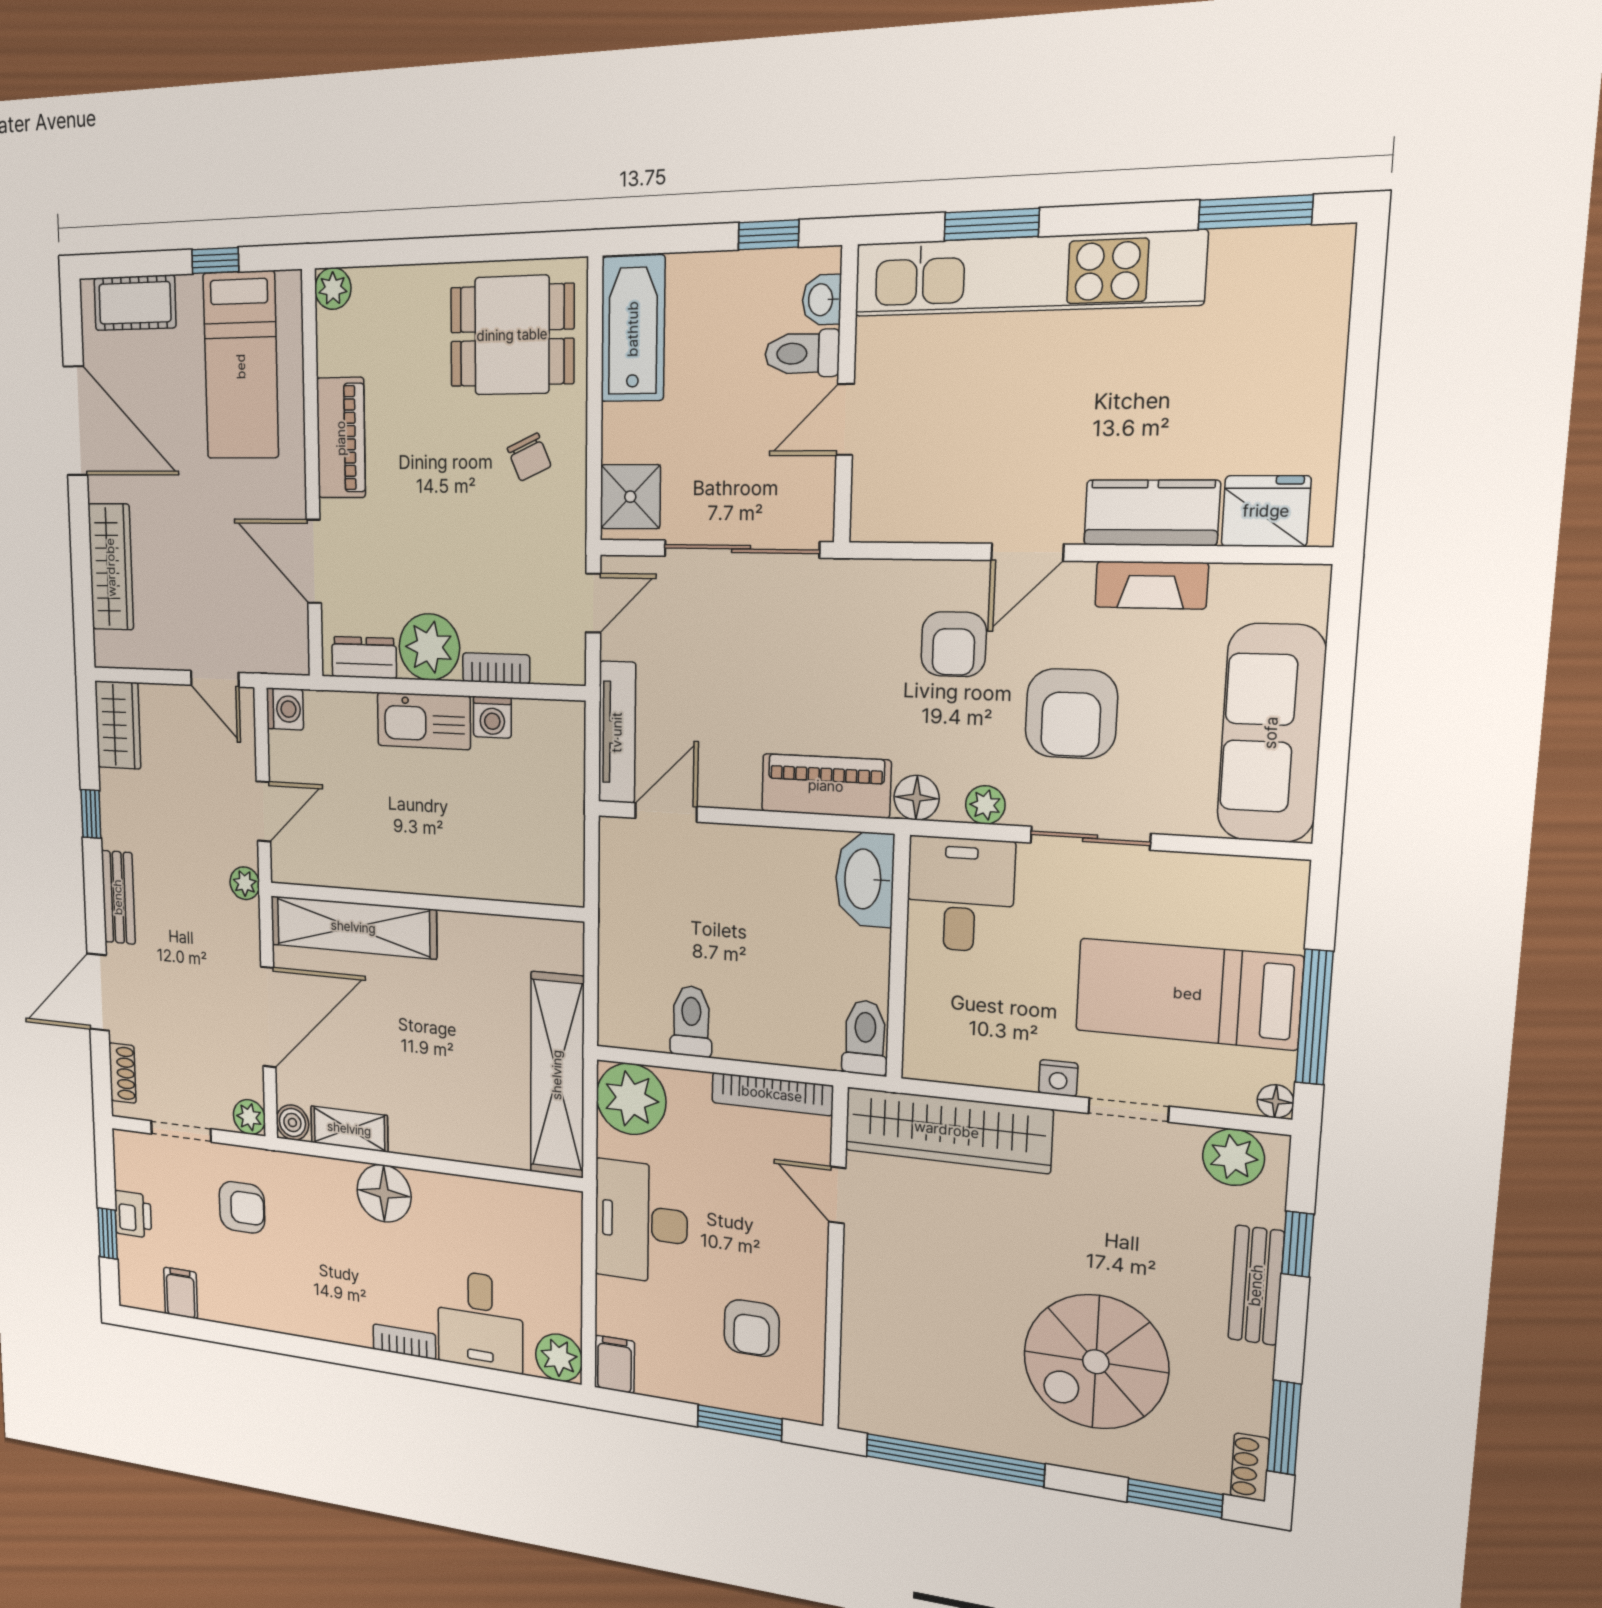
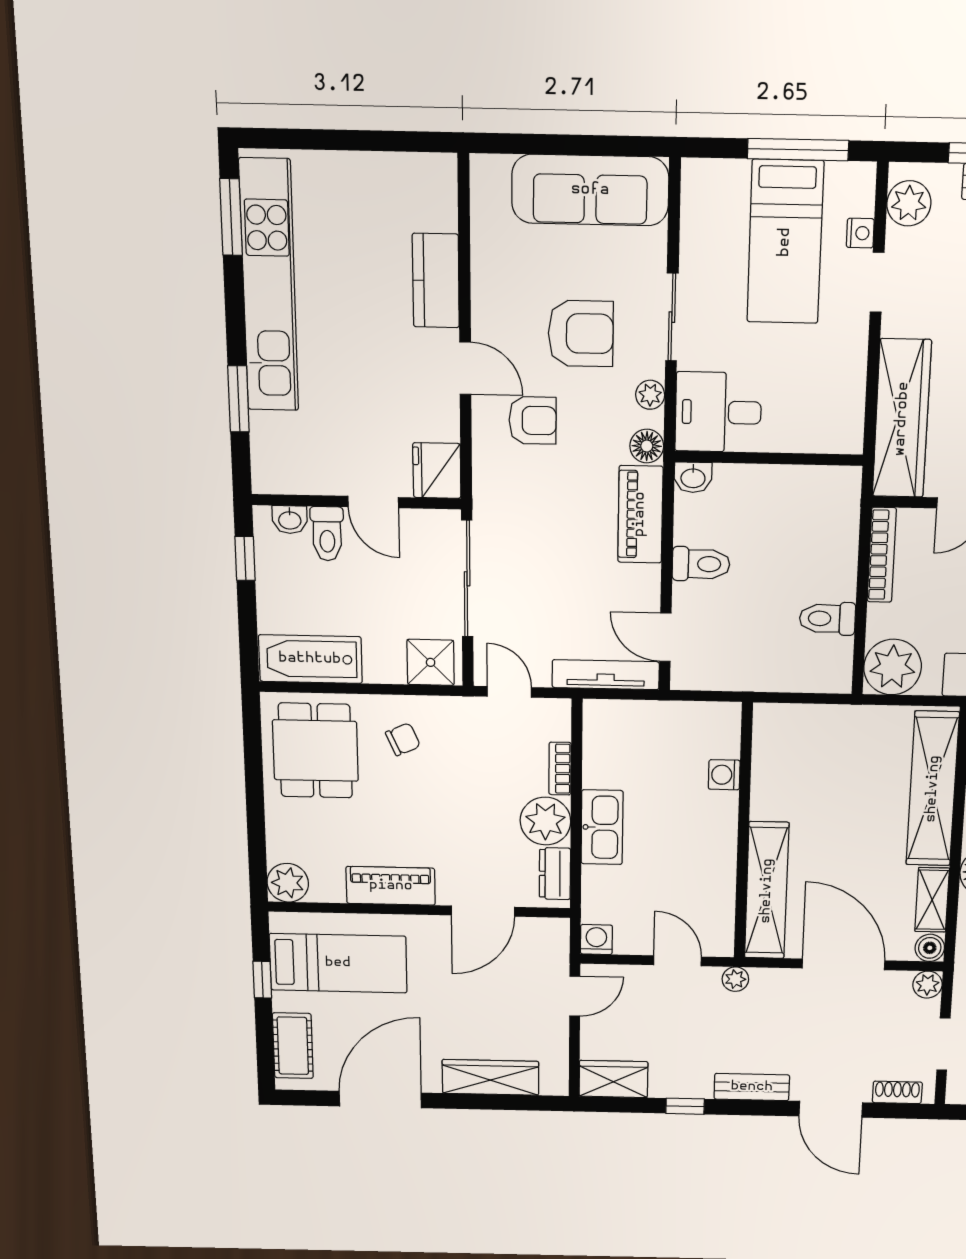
kitchen unit: (1026, 274) -> (269, 286), moved
plant: (333, 289) -> (288, 883), width x1.38, depth x1.38
fridge: (1266, 511) -> (437, 471), moved
fireplace: (1151, 585) -> (487, 279), removed
washing machine: (492, 717) -> (724, 775), moved, turned 180
washbasin: (864, 879) -> (693, 477), width x0.52, depth x0.69
toilet: (865, 1038) -> (701, 564), moved, turned 180
shelving: (557, 1075) -> (933, 789), moved, turned 90
nightstand: (1058, 1078) -> (860, 233), moved
floor lamp: (1276, 1101) -> (864, 175), removed

